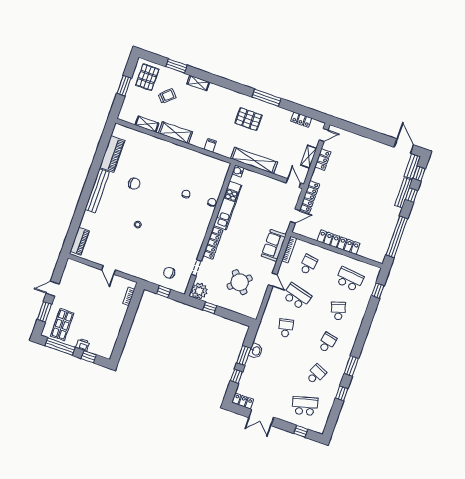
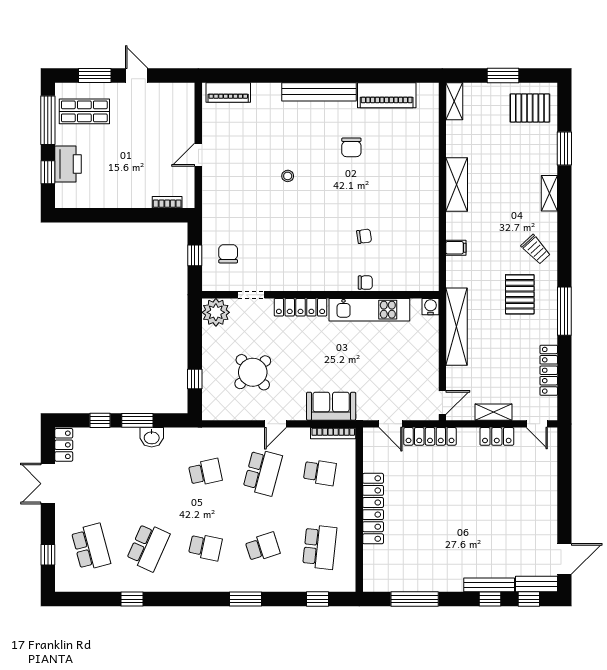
trolley: (167, 96) -> (536, 249), moved
locker: (301, 120) -> (549, 370), width x1.53
shelving: (147, 124) -> (454, 101), moved
window: (397, 237) -> (415, 599), width x0.68
window: (210, 308) -> (195, 379), moved
printer: (83, 345) -> (68, 164), width x1.87, depth x1.48
window: (351, 366) -> (246, 599), moved
school desk: (316, 374) -> (148, 547), width x1.85

